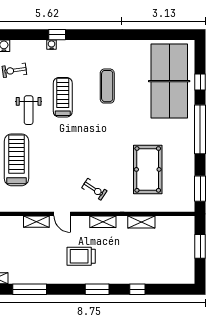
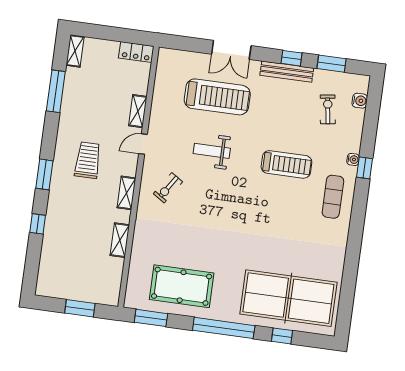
exercise mat: (107, 86) -> (333, 197), moved, turned 90
weight bench: (29, 110) -> (212, 151), moved
pool table: (148, 169) -> (182, 286), moved

